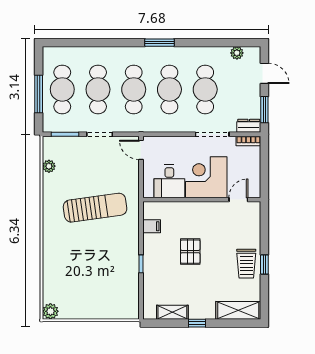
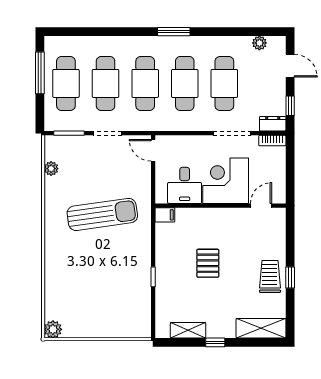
window: (39, 94) -> (40, 73), moved
window: (264, 110) -> (290, 106), width x0.67
filing cabinet: (152, 226) -> (165, 215), moved
trolley: (246, 264) -> (270, 276), turned 180

